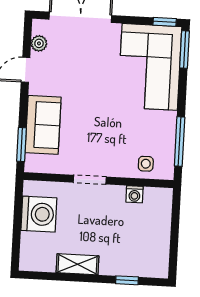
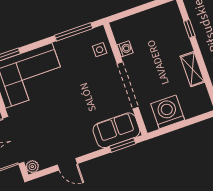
plant: (39, 43) -> (32, 167), moved
sofa: (43, 125) -> (116, 130), moved
doorway: (90, 180) -> (128, 85), width x1.87

